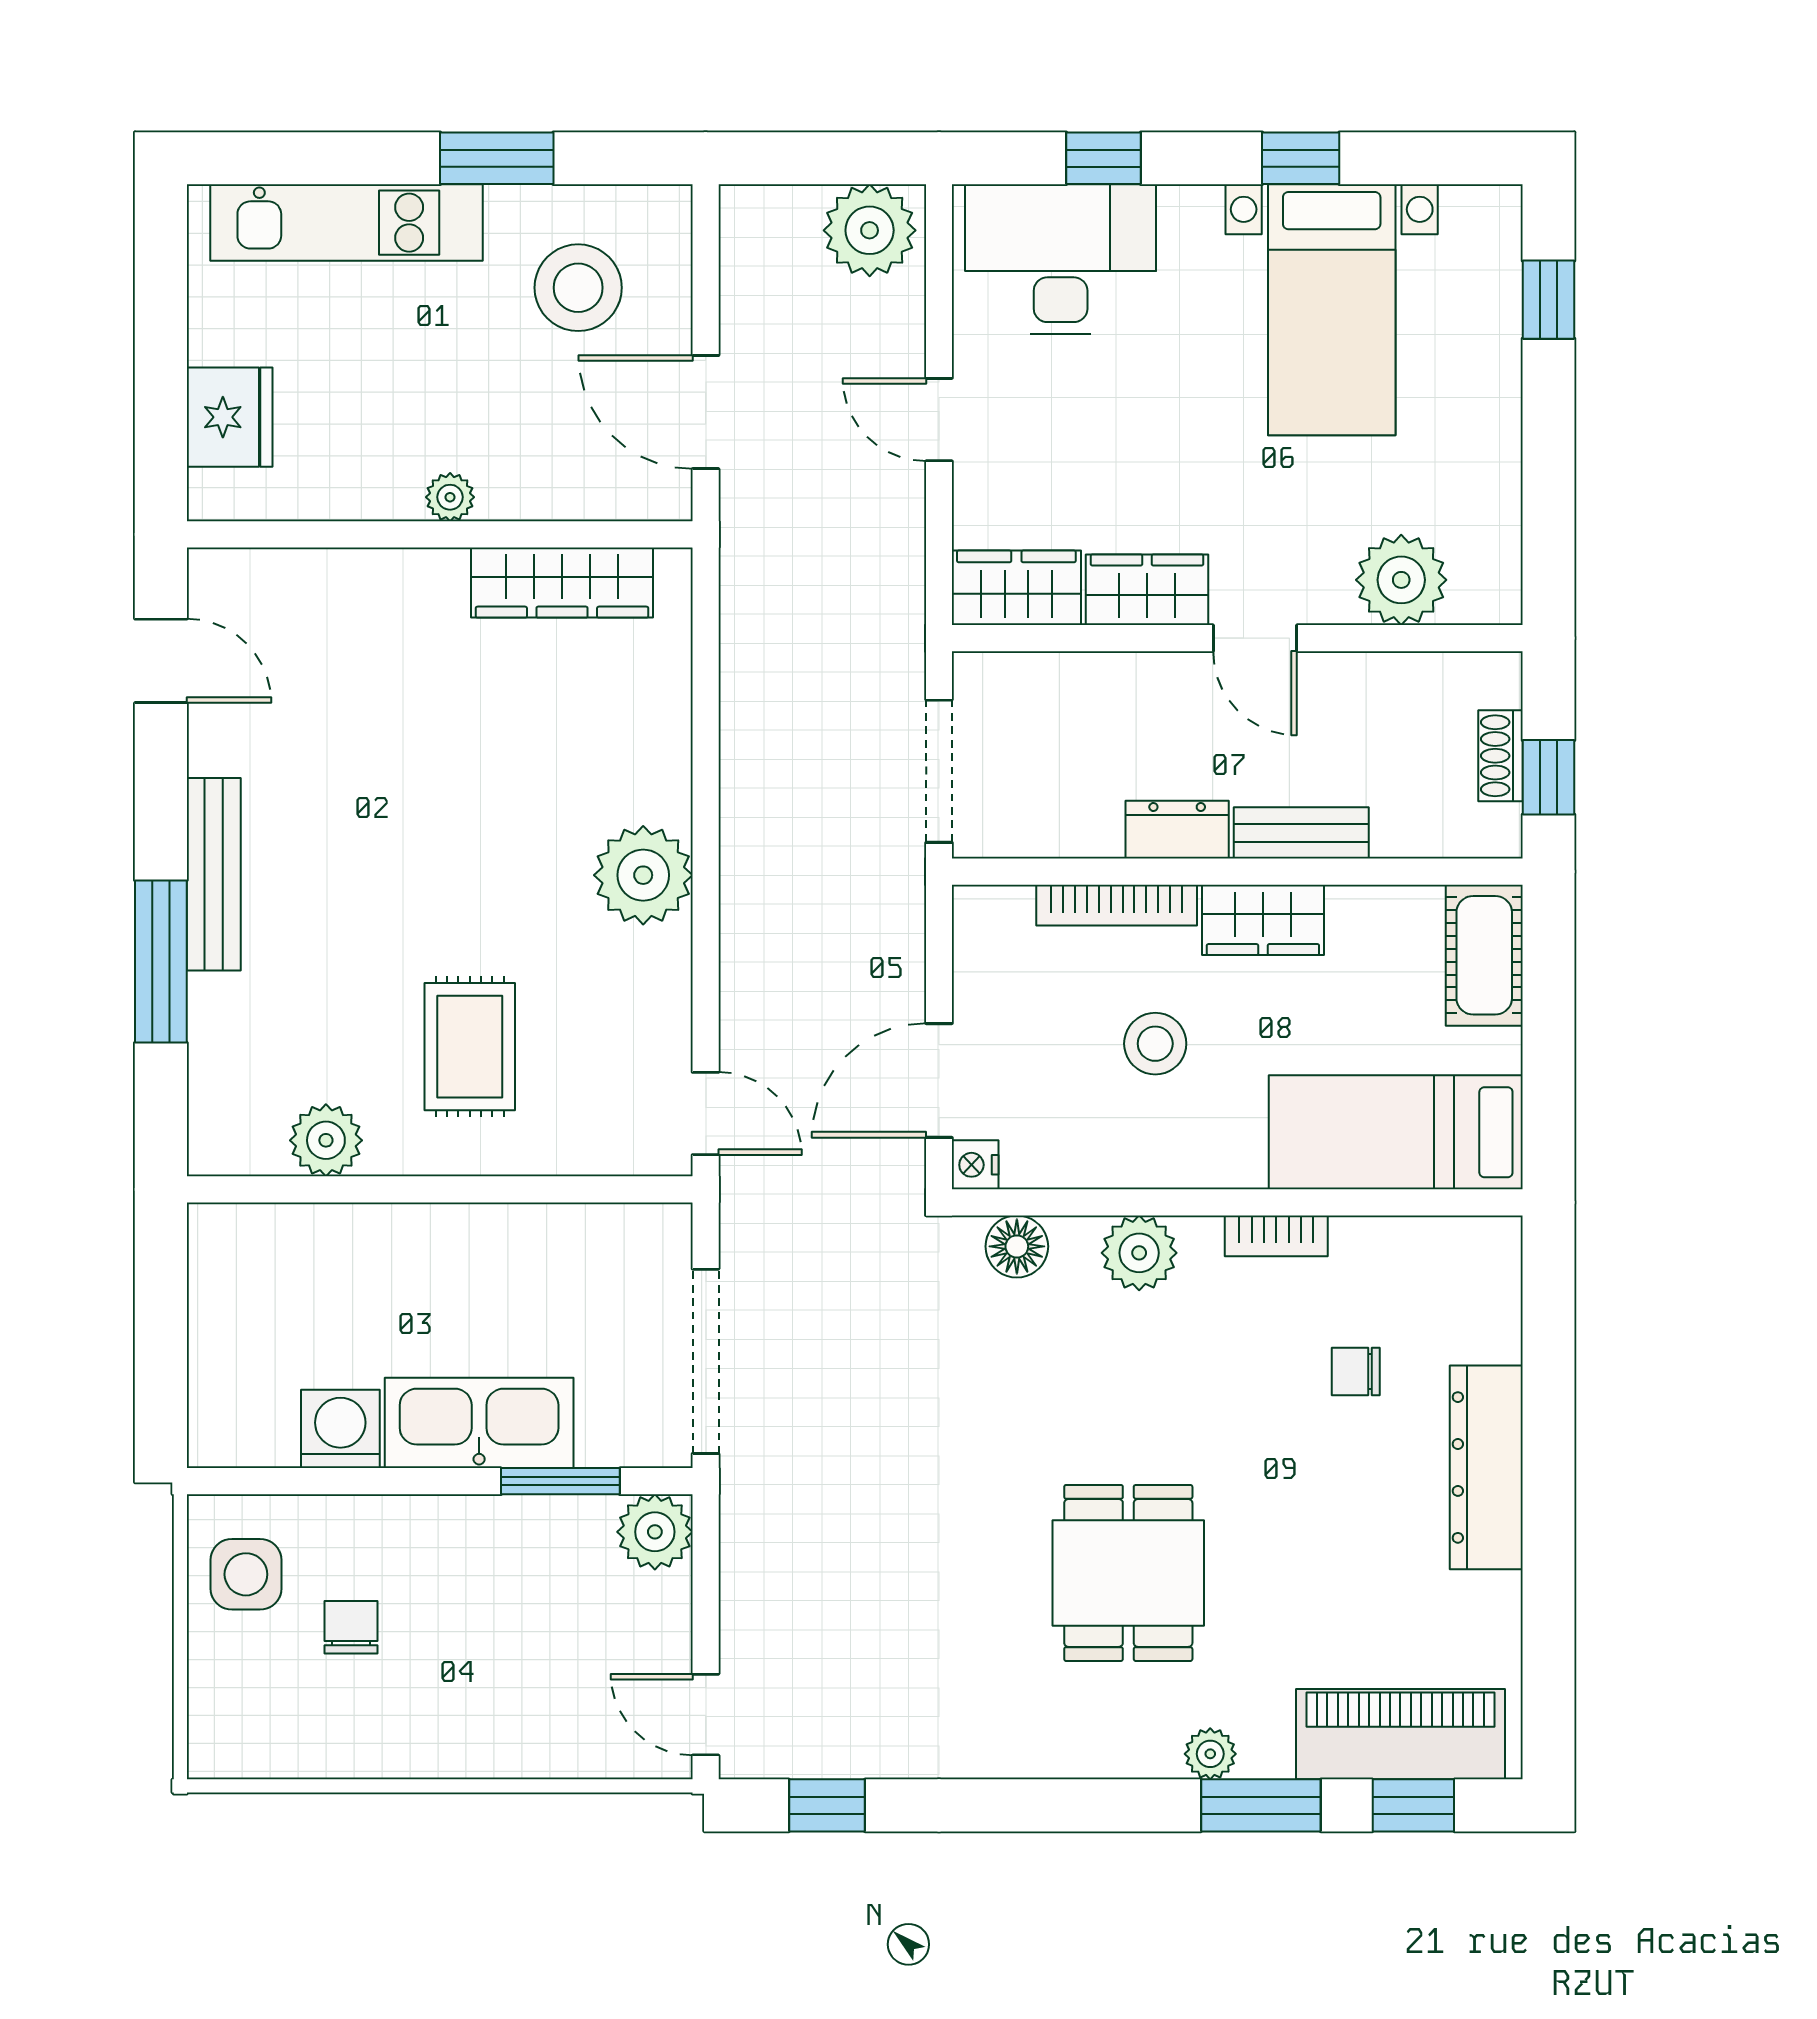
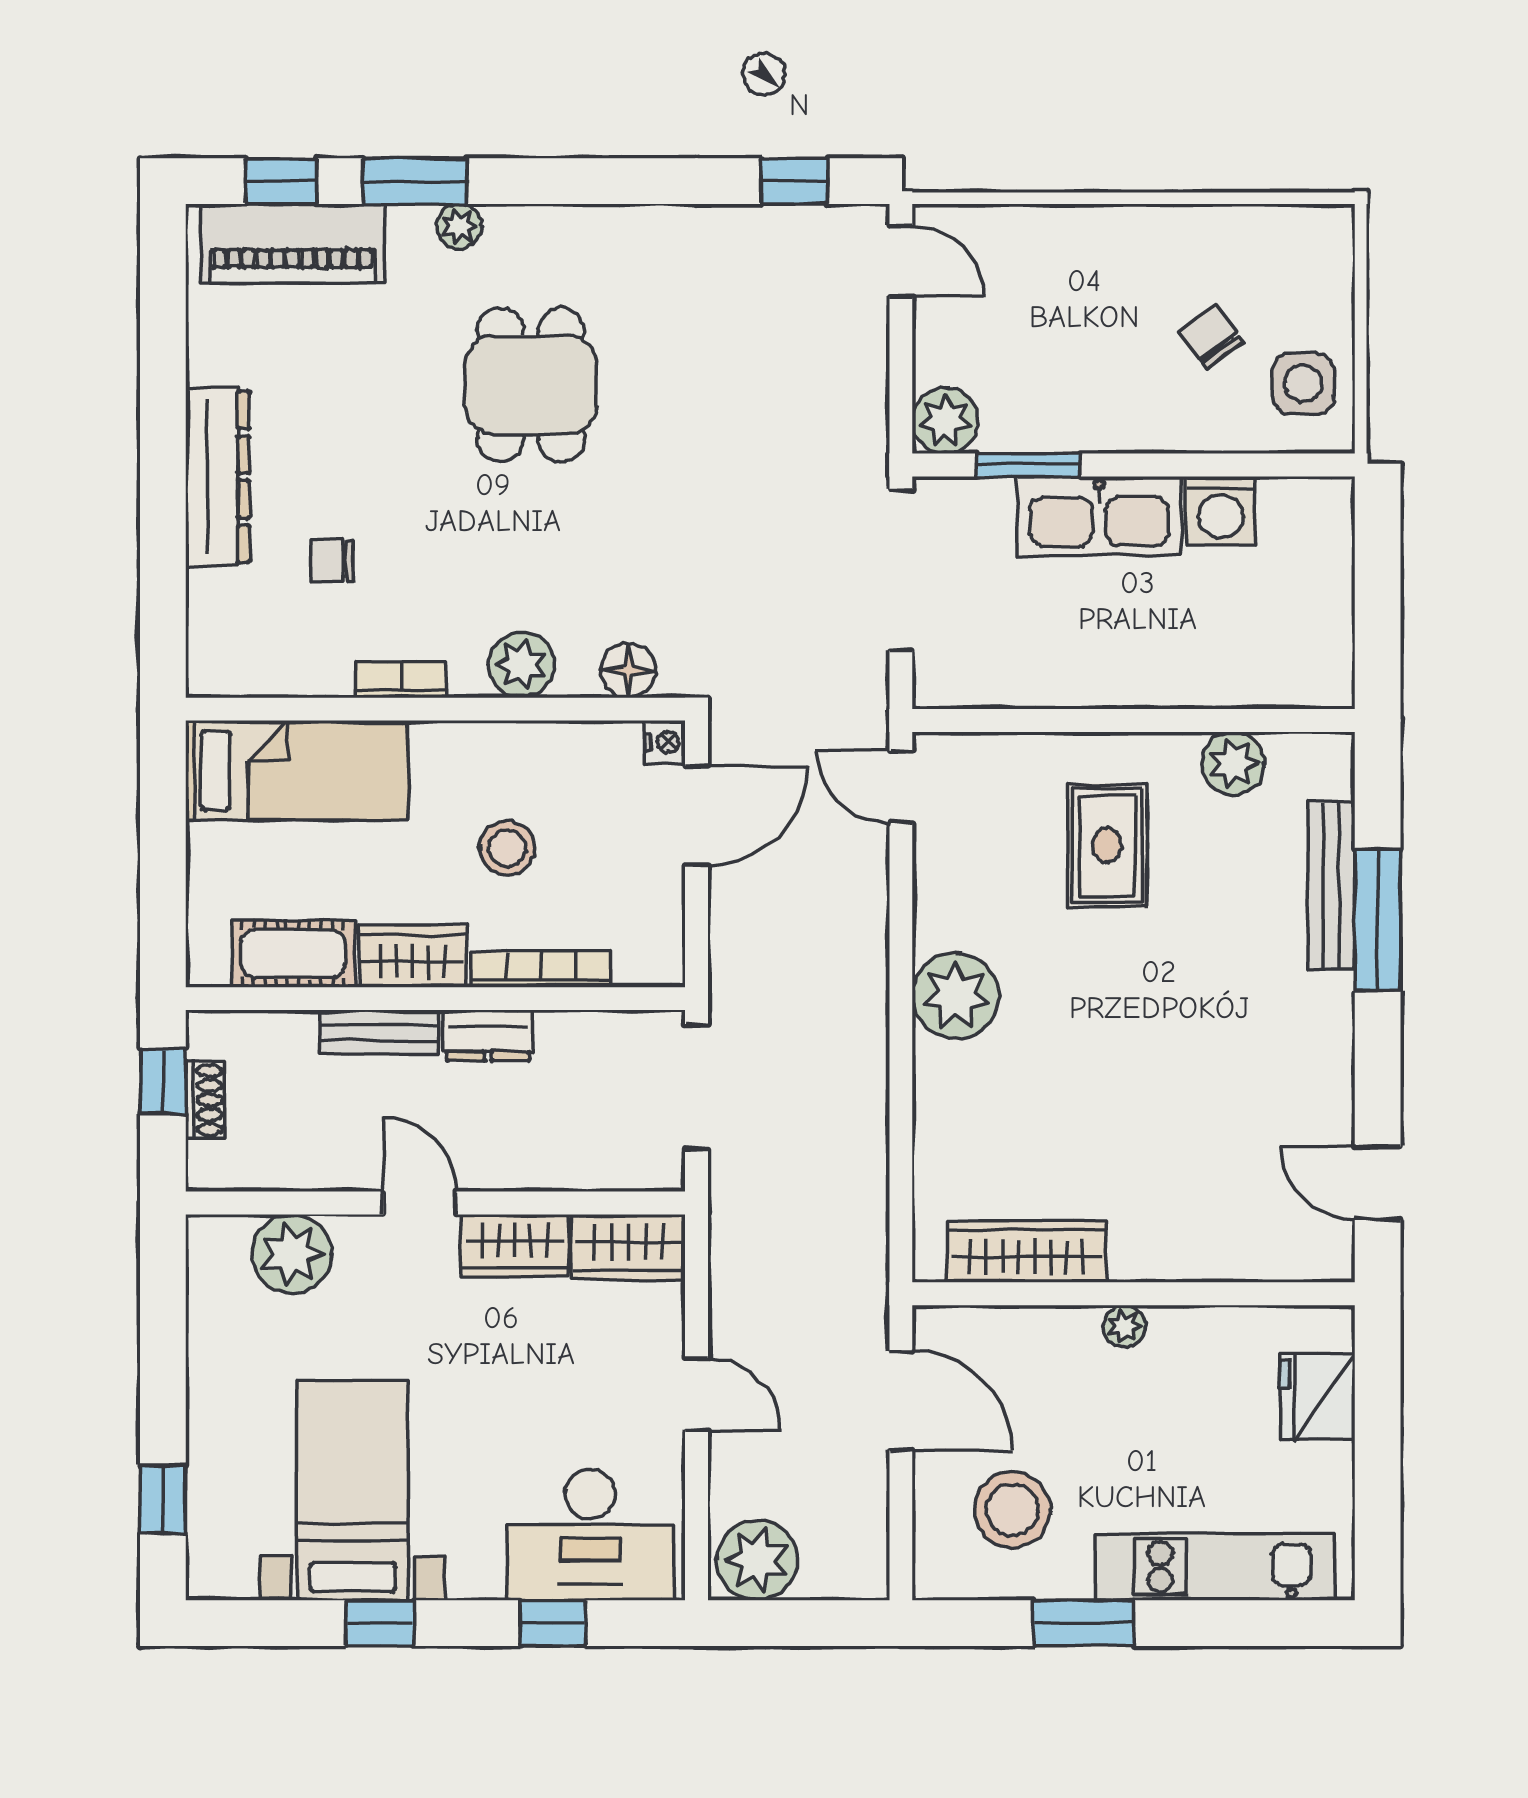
bench: (214, 874) -> (1331, 885), moved
cot: (1484, 955) -> (293, 954), moved, turned 90
chair: (1356, 1371) -> (332, 561), turned 180
chair: (351, 1627) -> (1211, 337), turned 143

